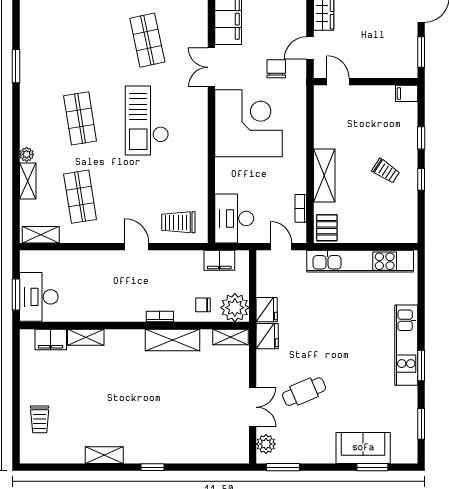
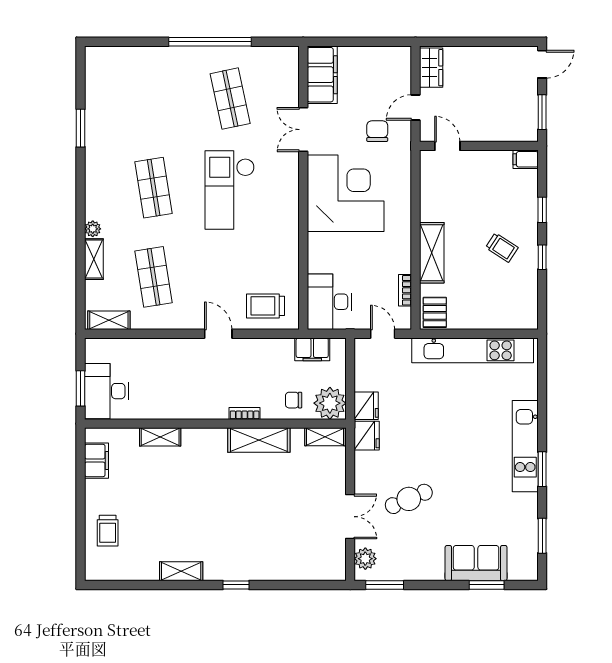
filing cabinet: (51, 339) -> (96, 461), moved, turned -90

